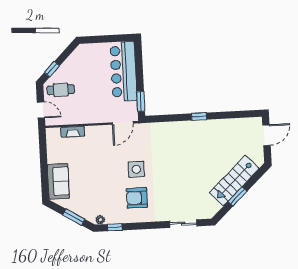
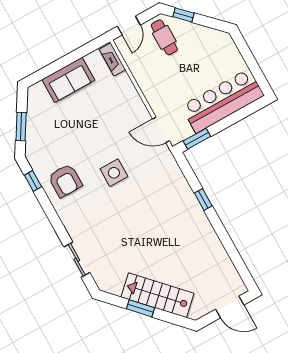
window: (199, 117) -> (203, 200), moved
fireplace: (73, 132) -> (112, 60), moved
sofa: (58, 181) -> (68, 80), moved
armchair: (137, 198) -> (65, 181), moved, turned 180
plant: (100, 220) -> (33, 160), removed

